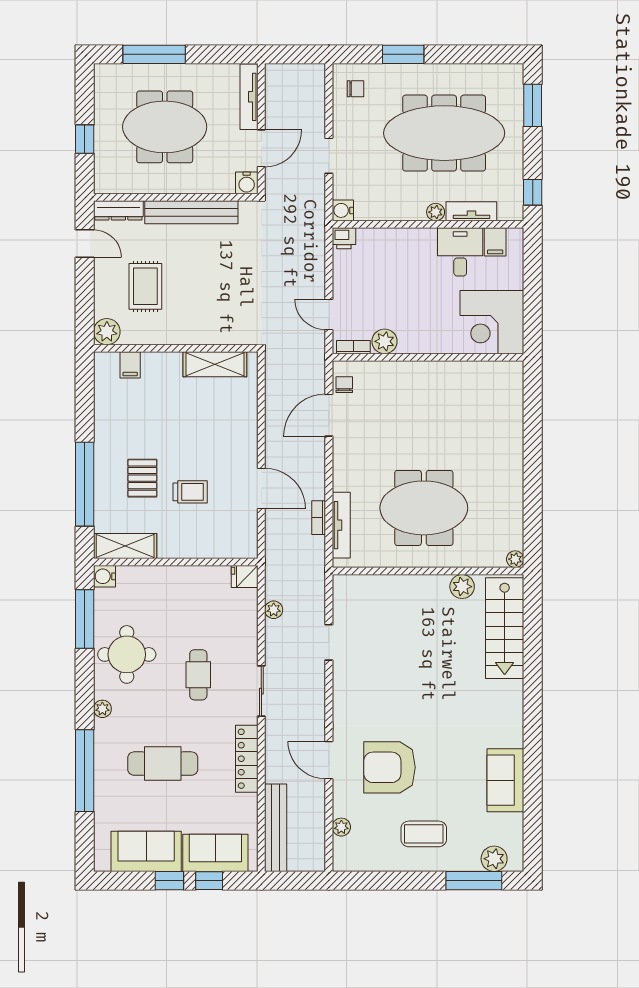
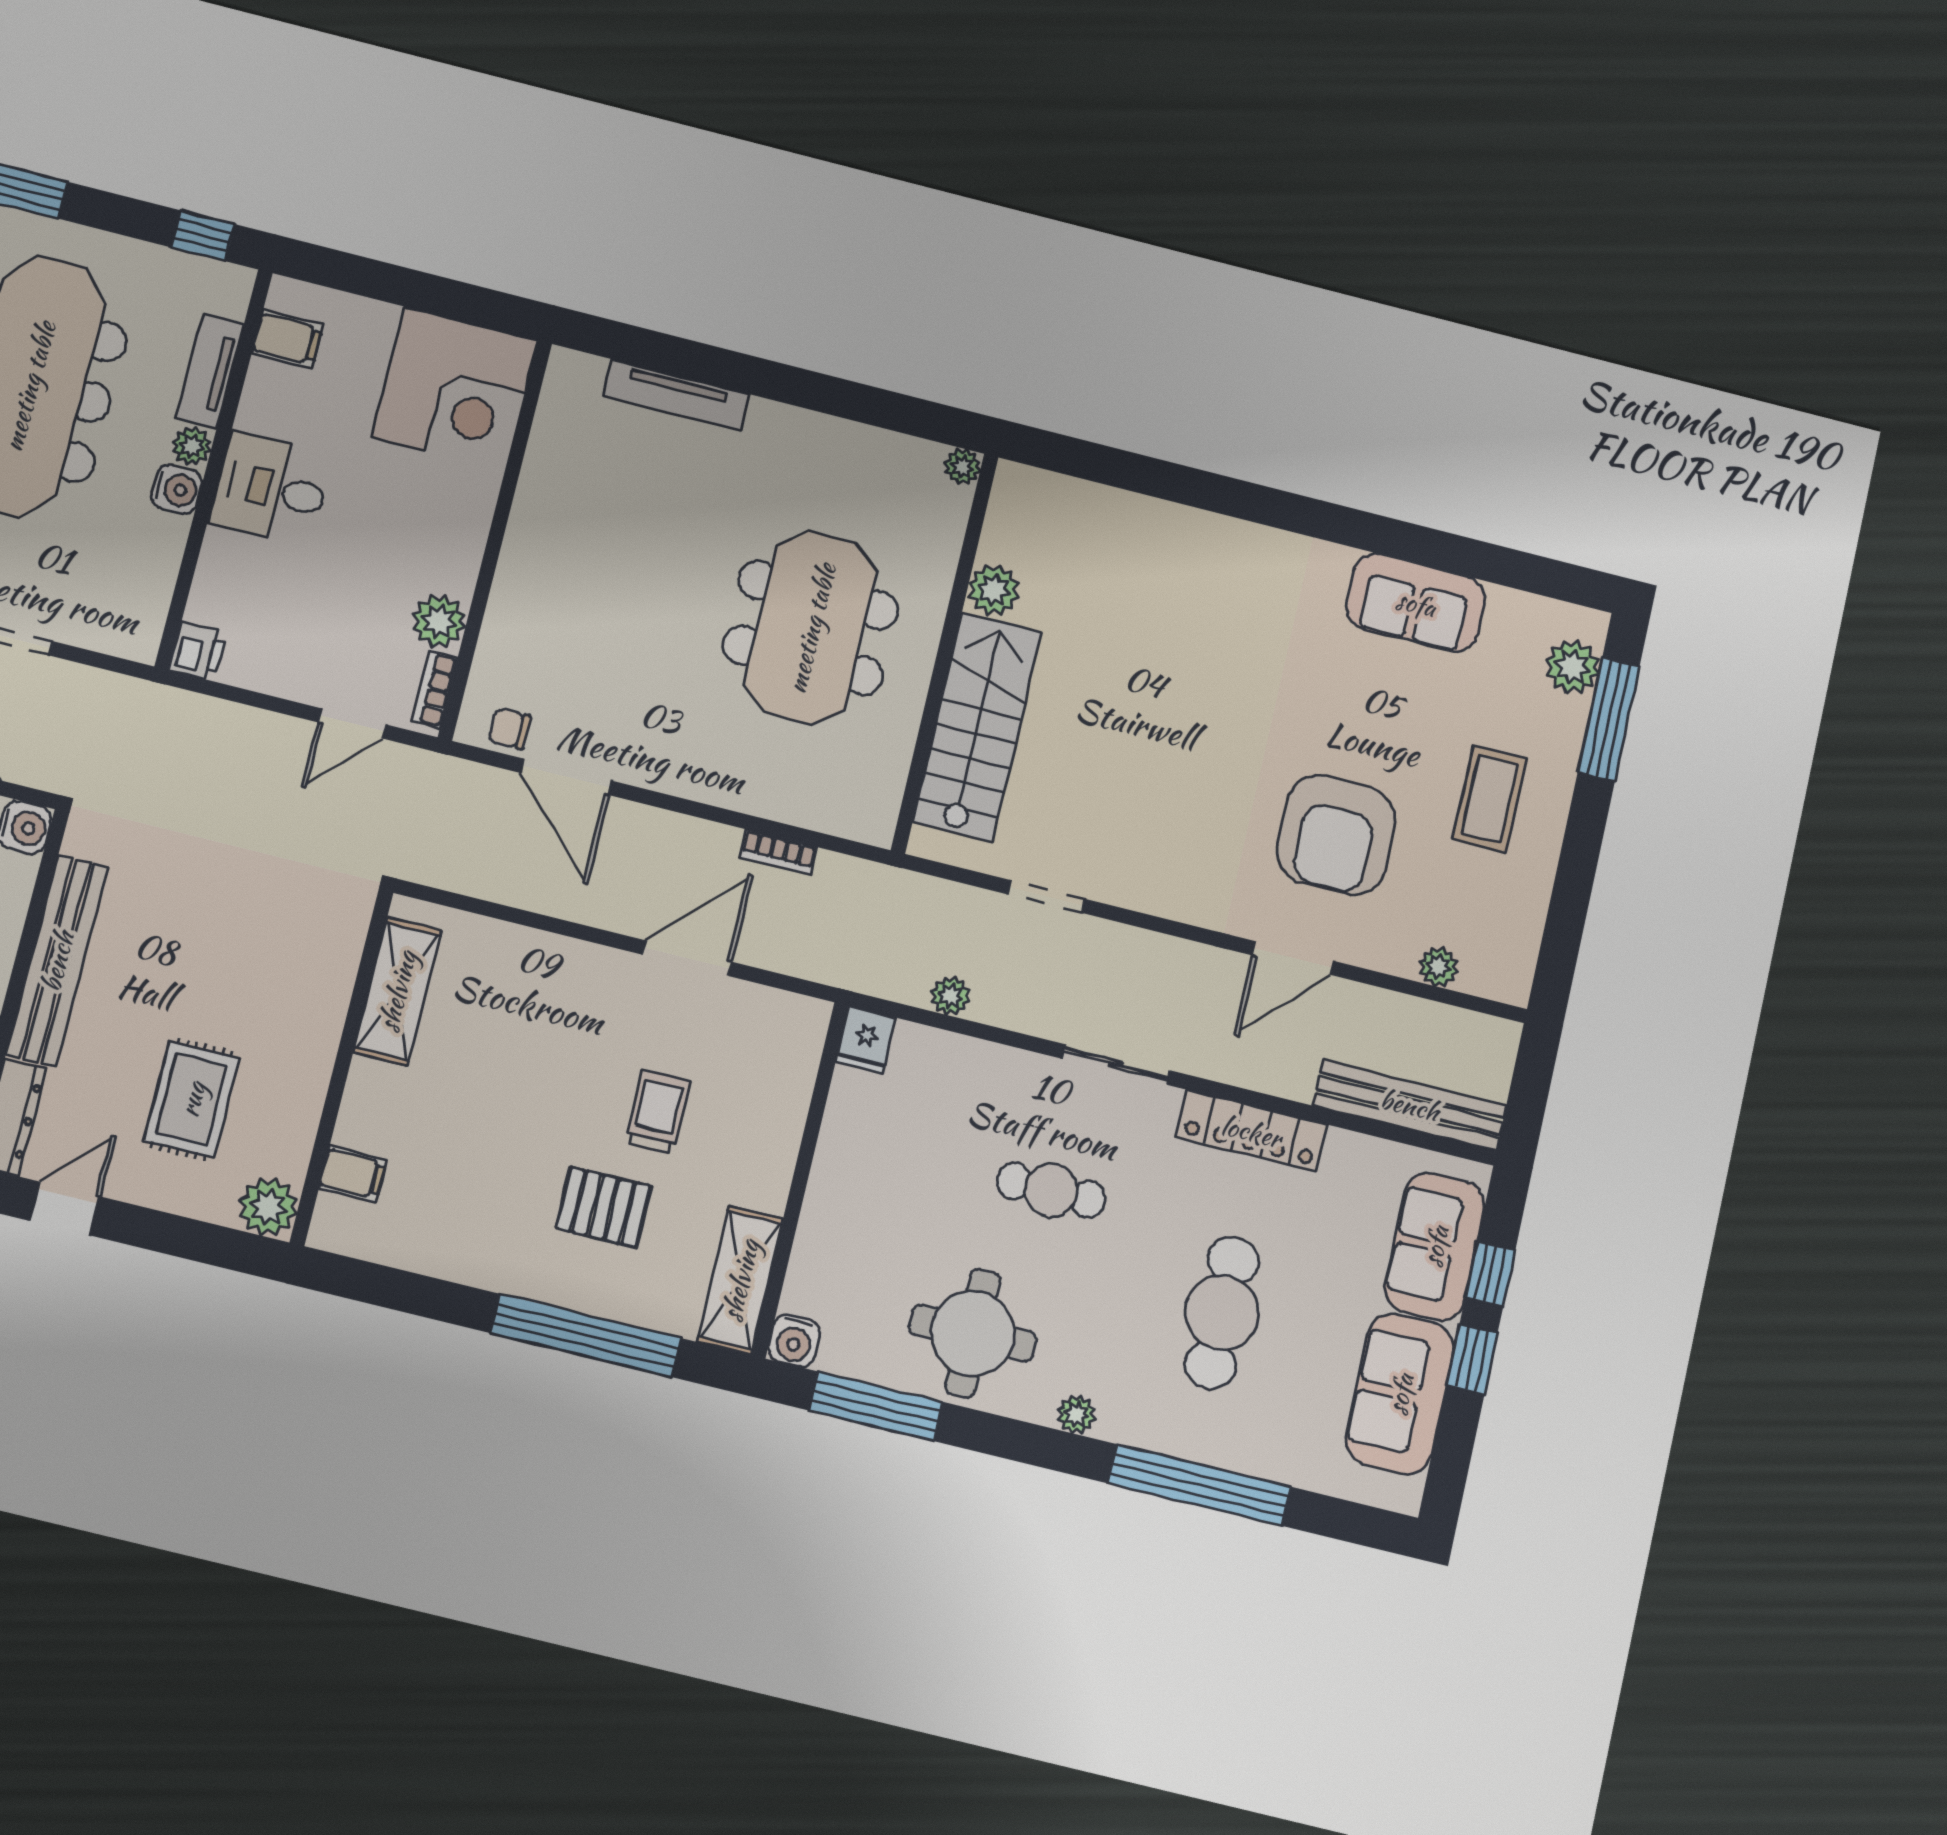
water cooler: (343, 210) -> (177, 489), moved, turned -90
desk: (460, 252) -> (271, 489), moved
rug: (145, 286) -> (192, 1099), turned 90
tv unit: (341, 525) -> (676, 395), moved, turned 180
stairs: (505, 628) -> (977, 727), moved, turned -90

